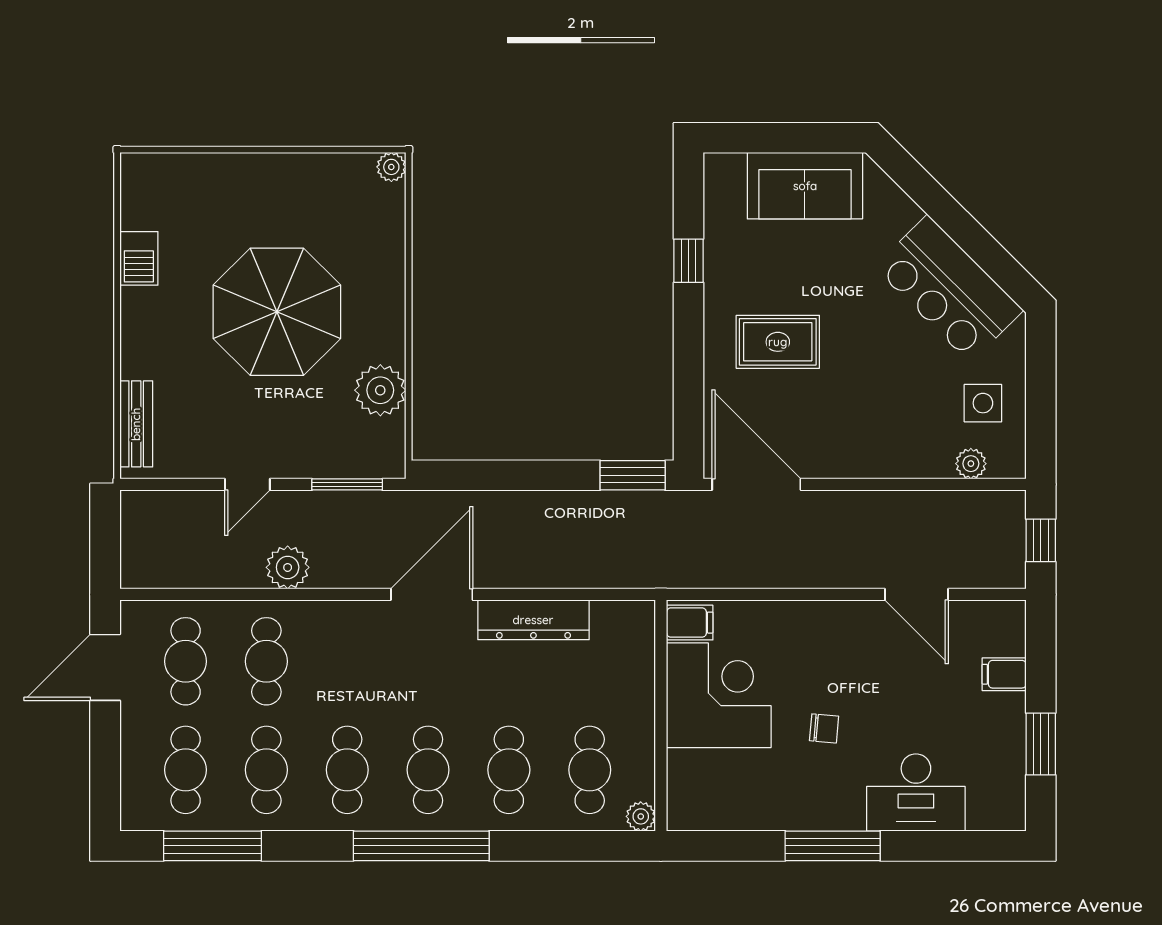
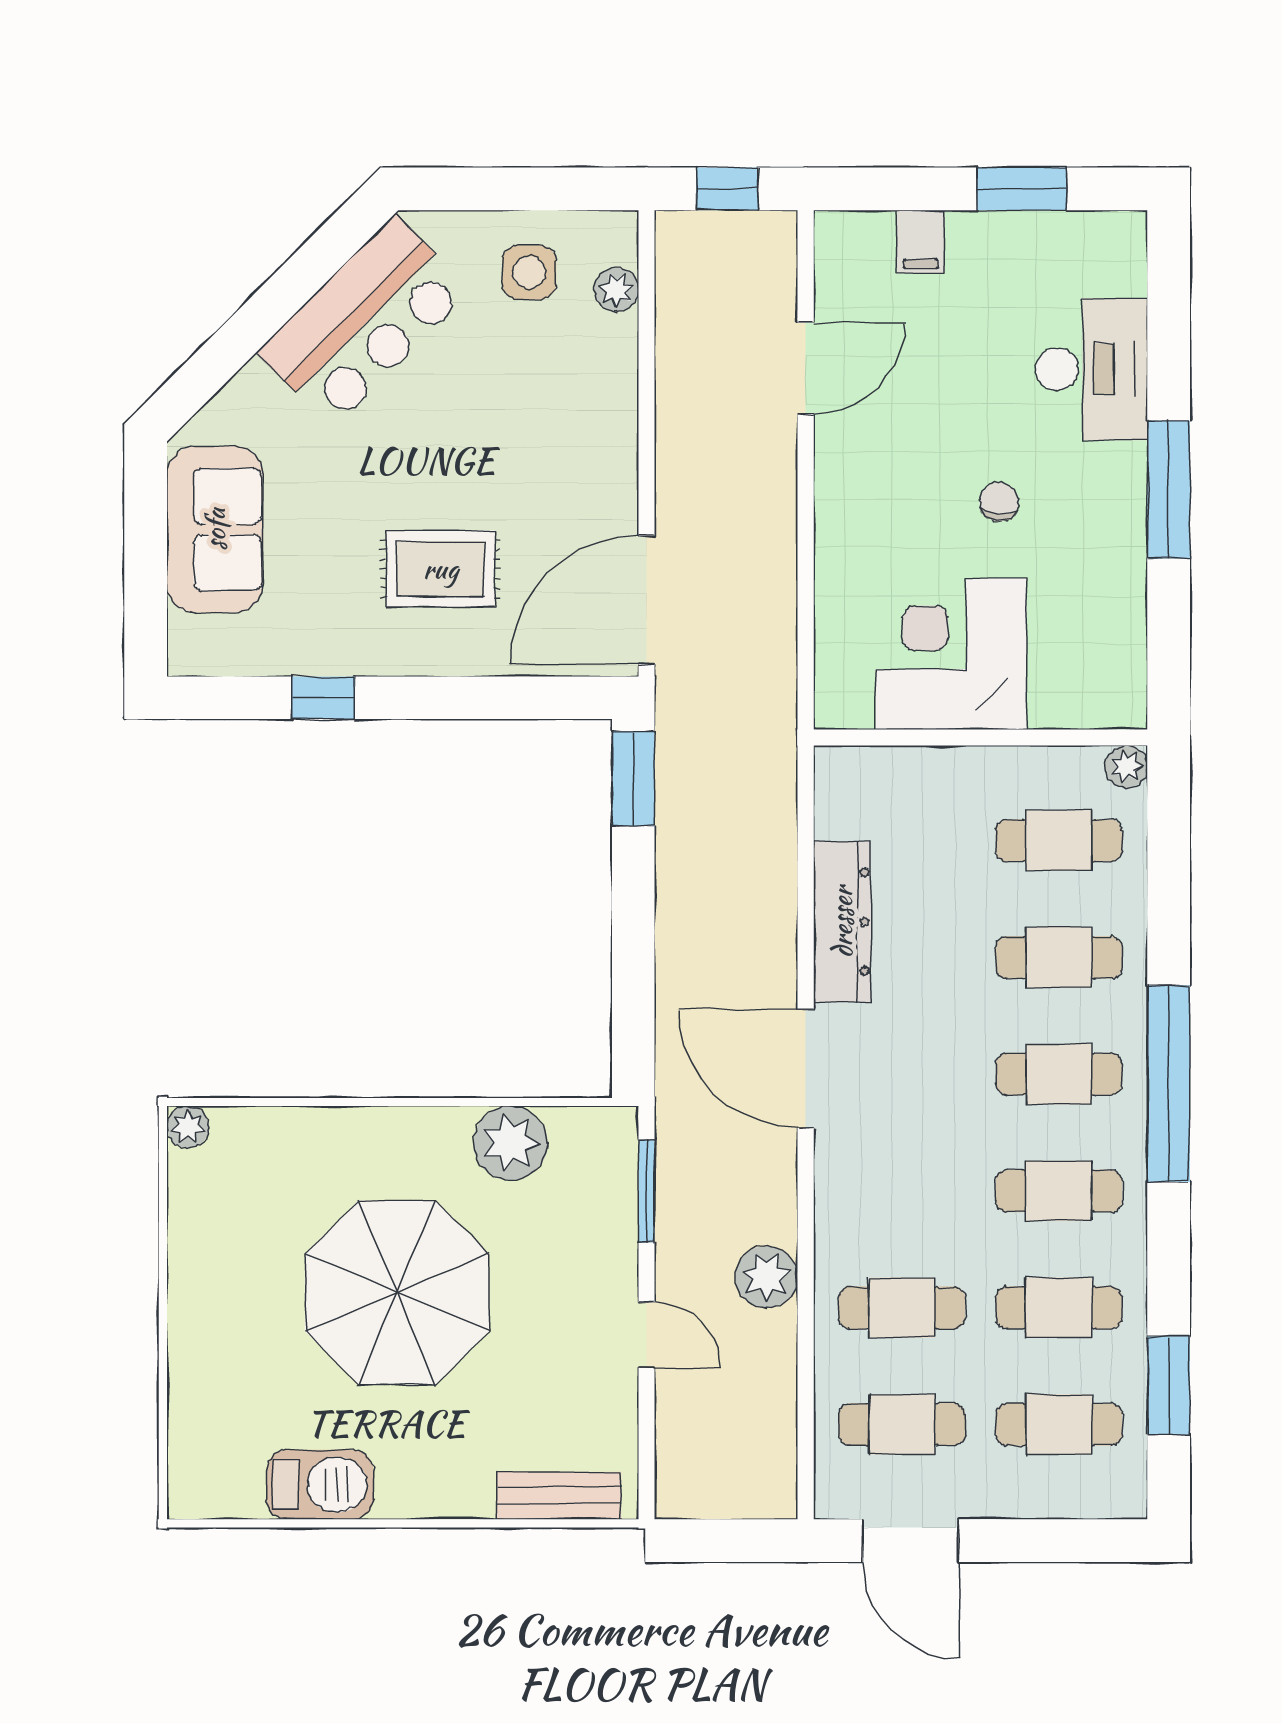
barbecue: (139, 258) -> (320, 1485), width x1.38, depth x1.27
rug: (778, 342) -> (441, 569), turned 90
filing cabinet: (690, 623) -> (846, 696), removed
window: (213, 846) -> (1169, 1385), width x0.69

